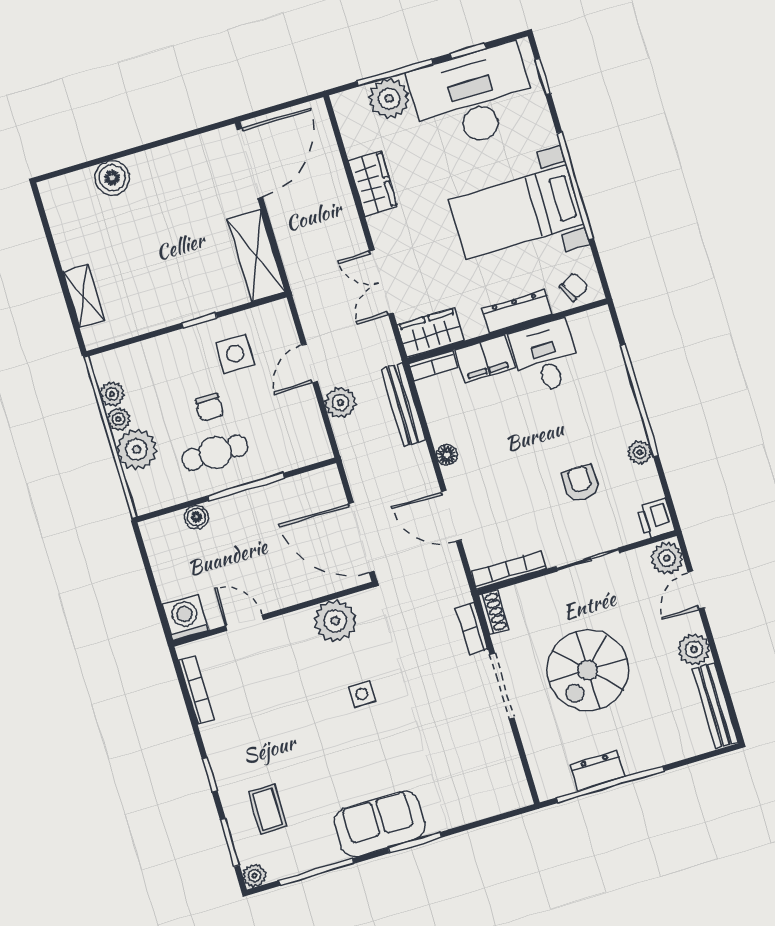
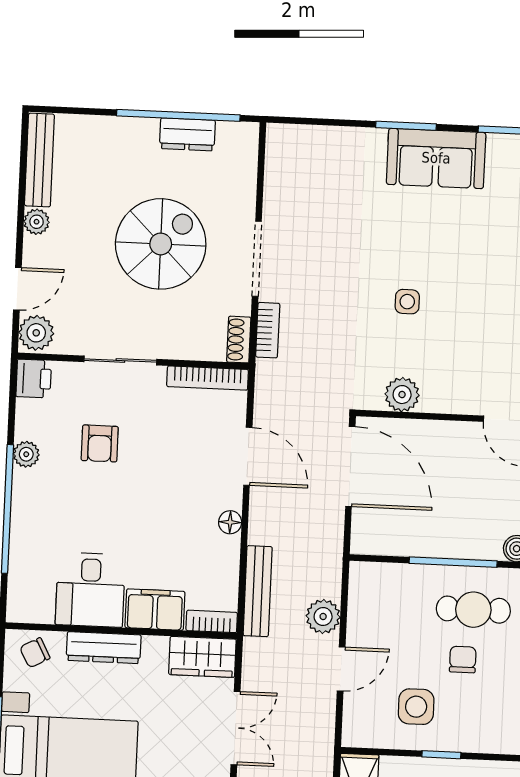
plant: (335, 621) -> (402, 395), width x0.73, depth x0.73
plant: (694, 649) -> (37, 222), width x0.73, depth x0.73

